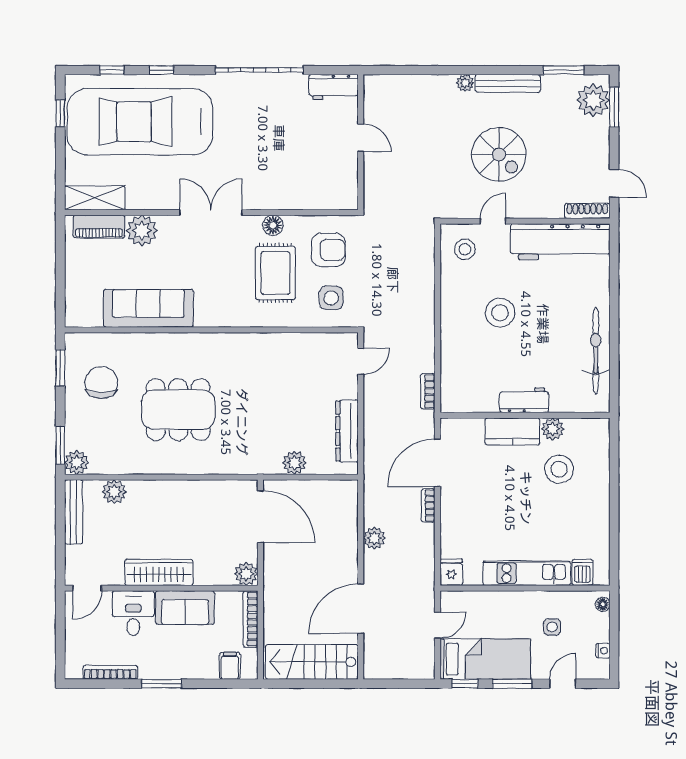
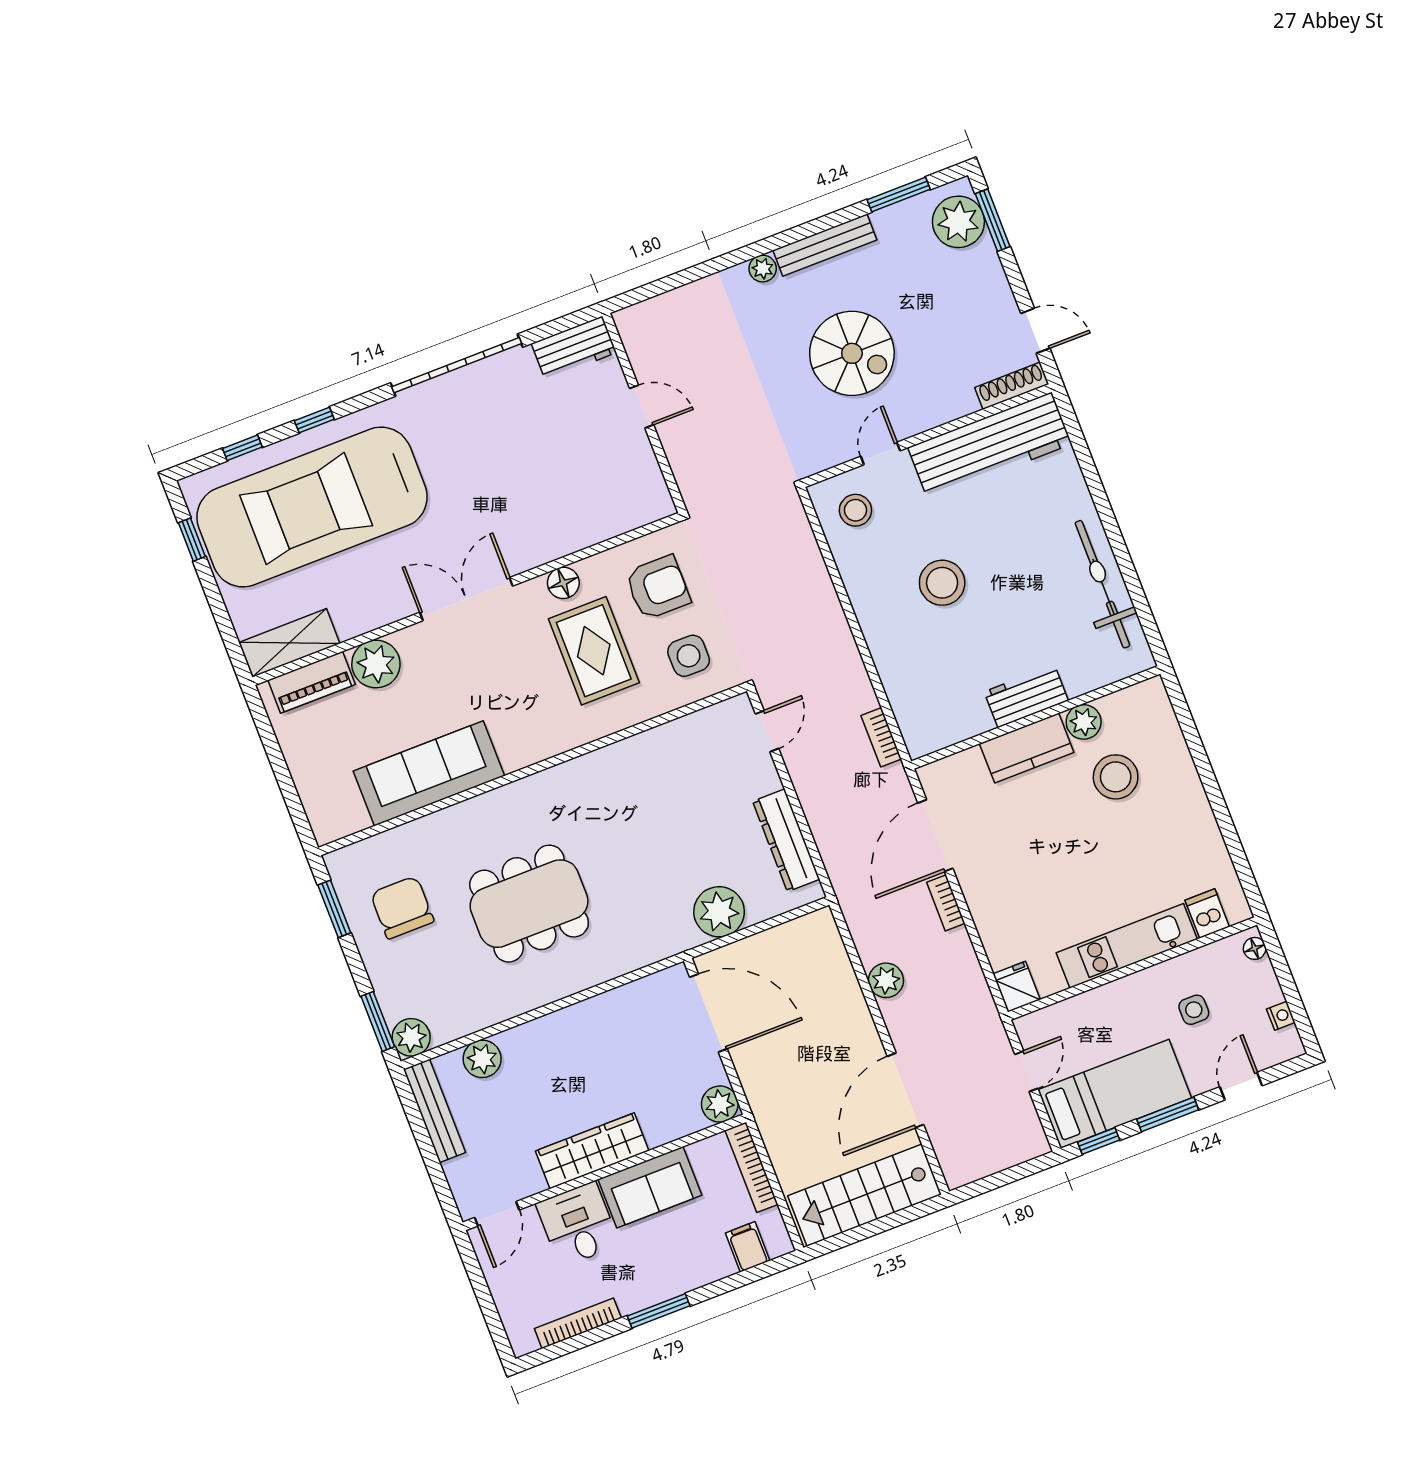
plant: (295, 463) -> (719, 912), width x1.36, depth x1.36

